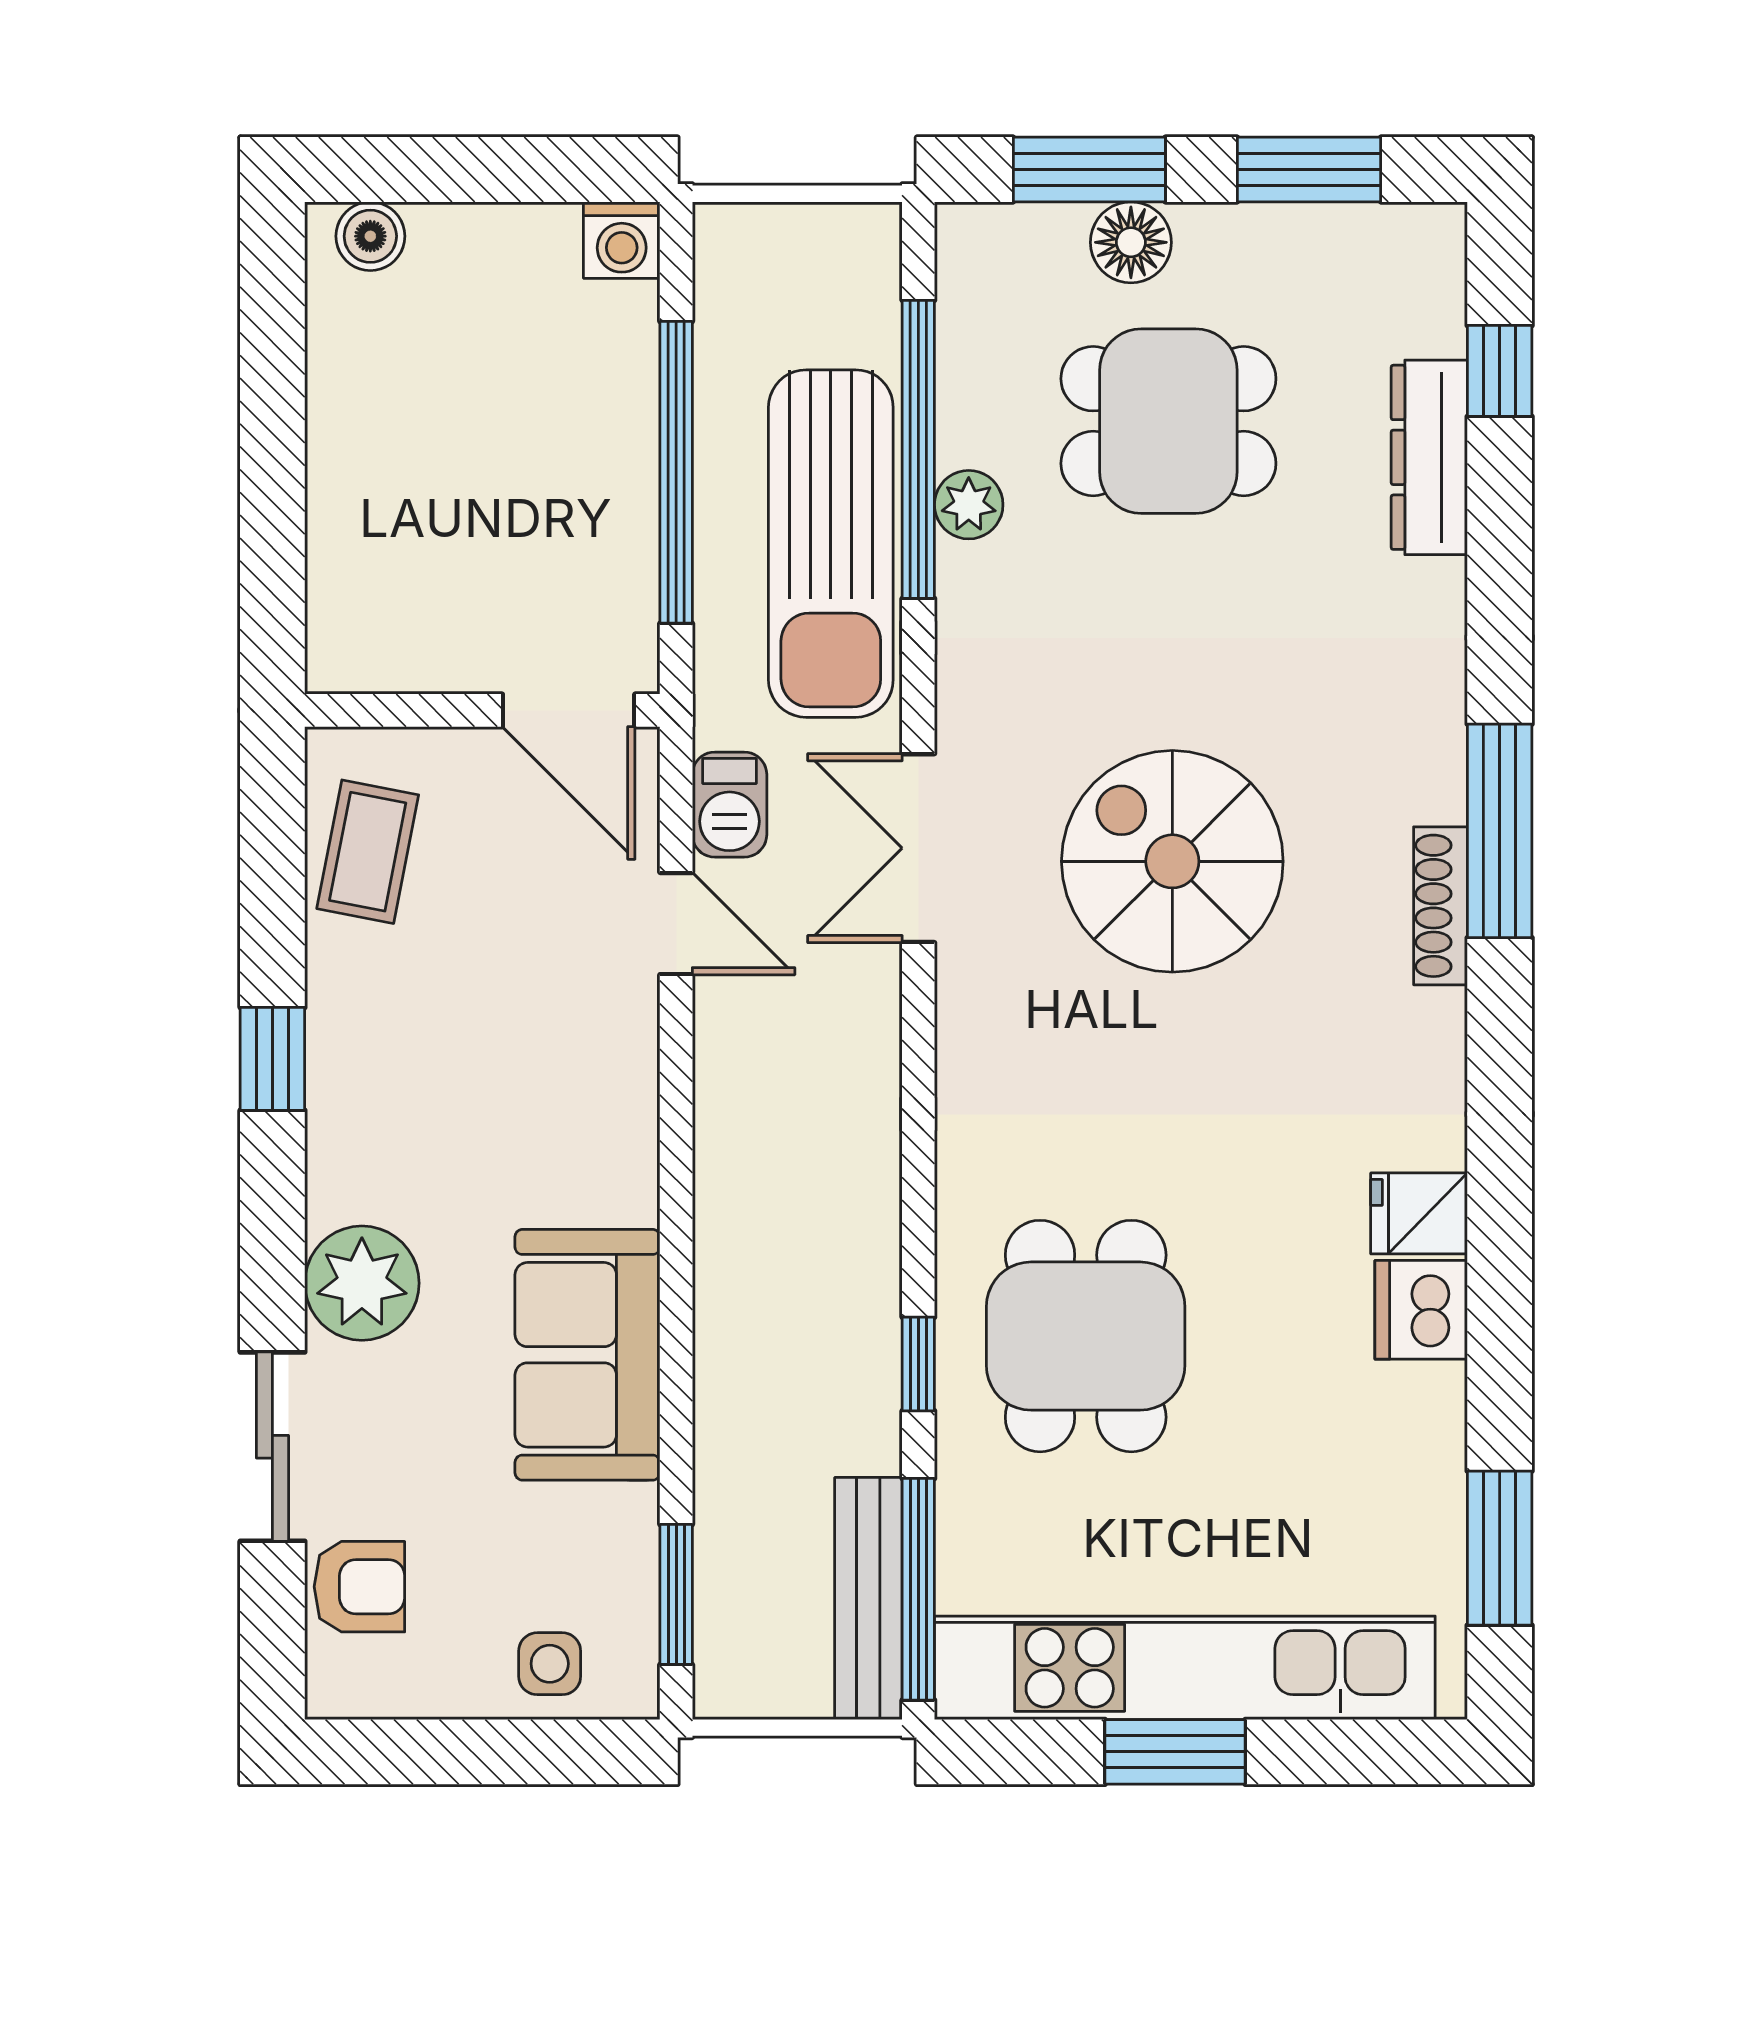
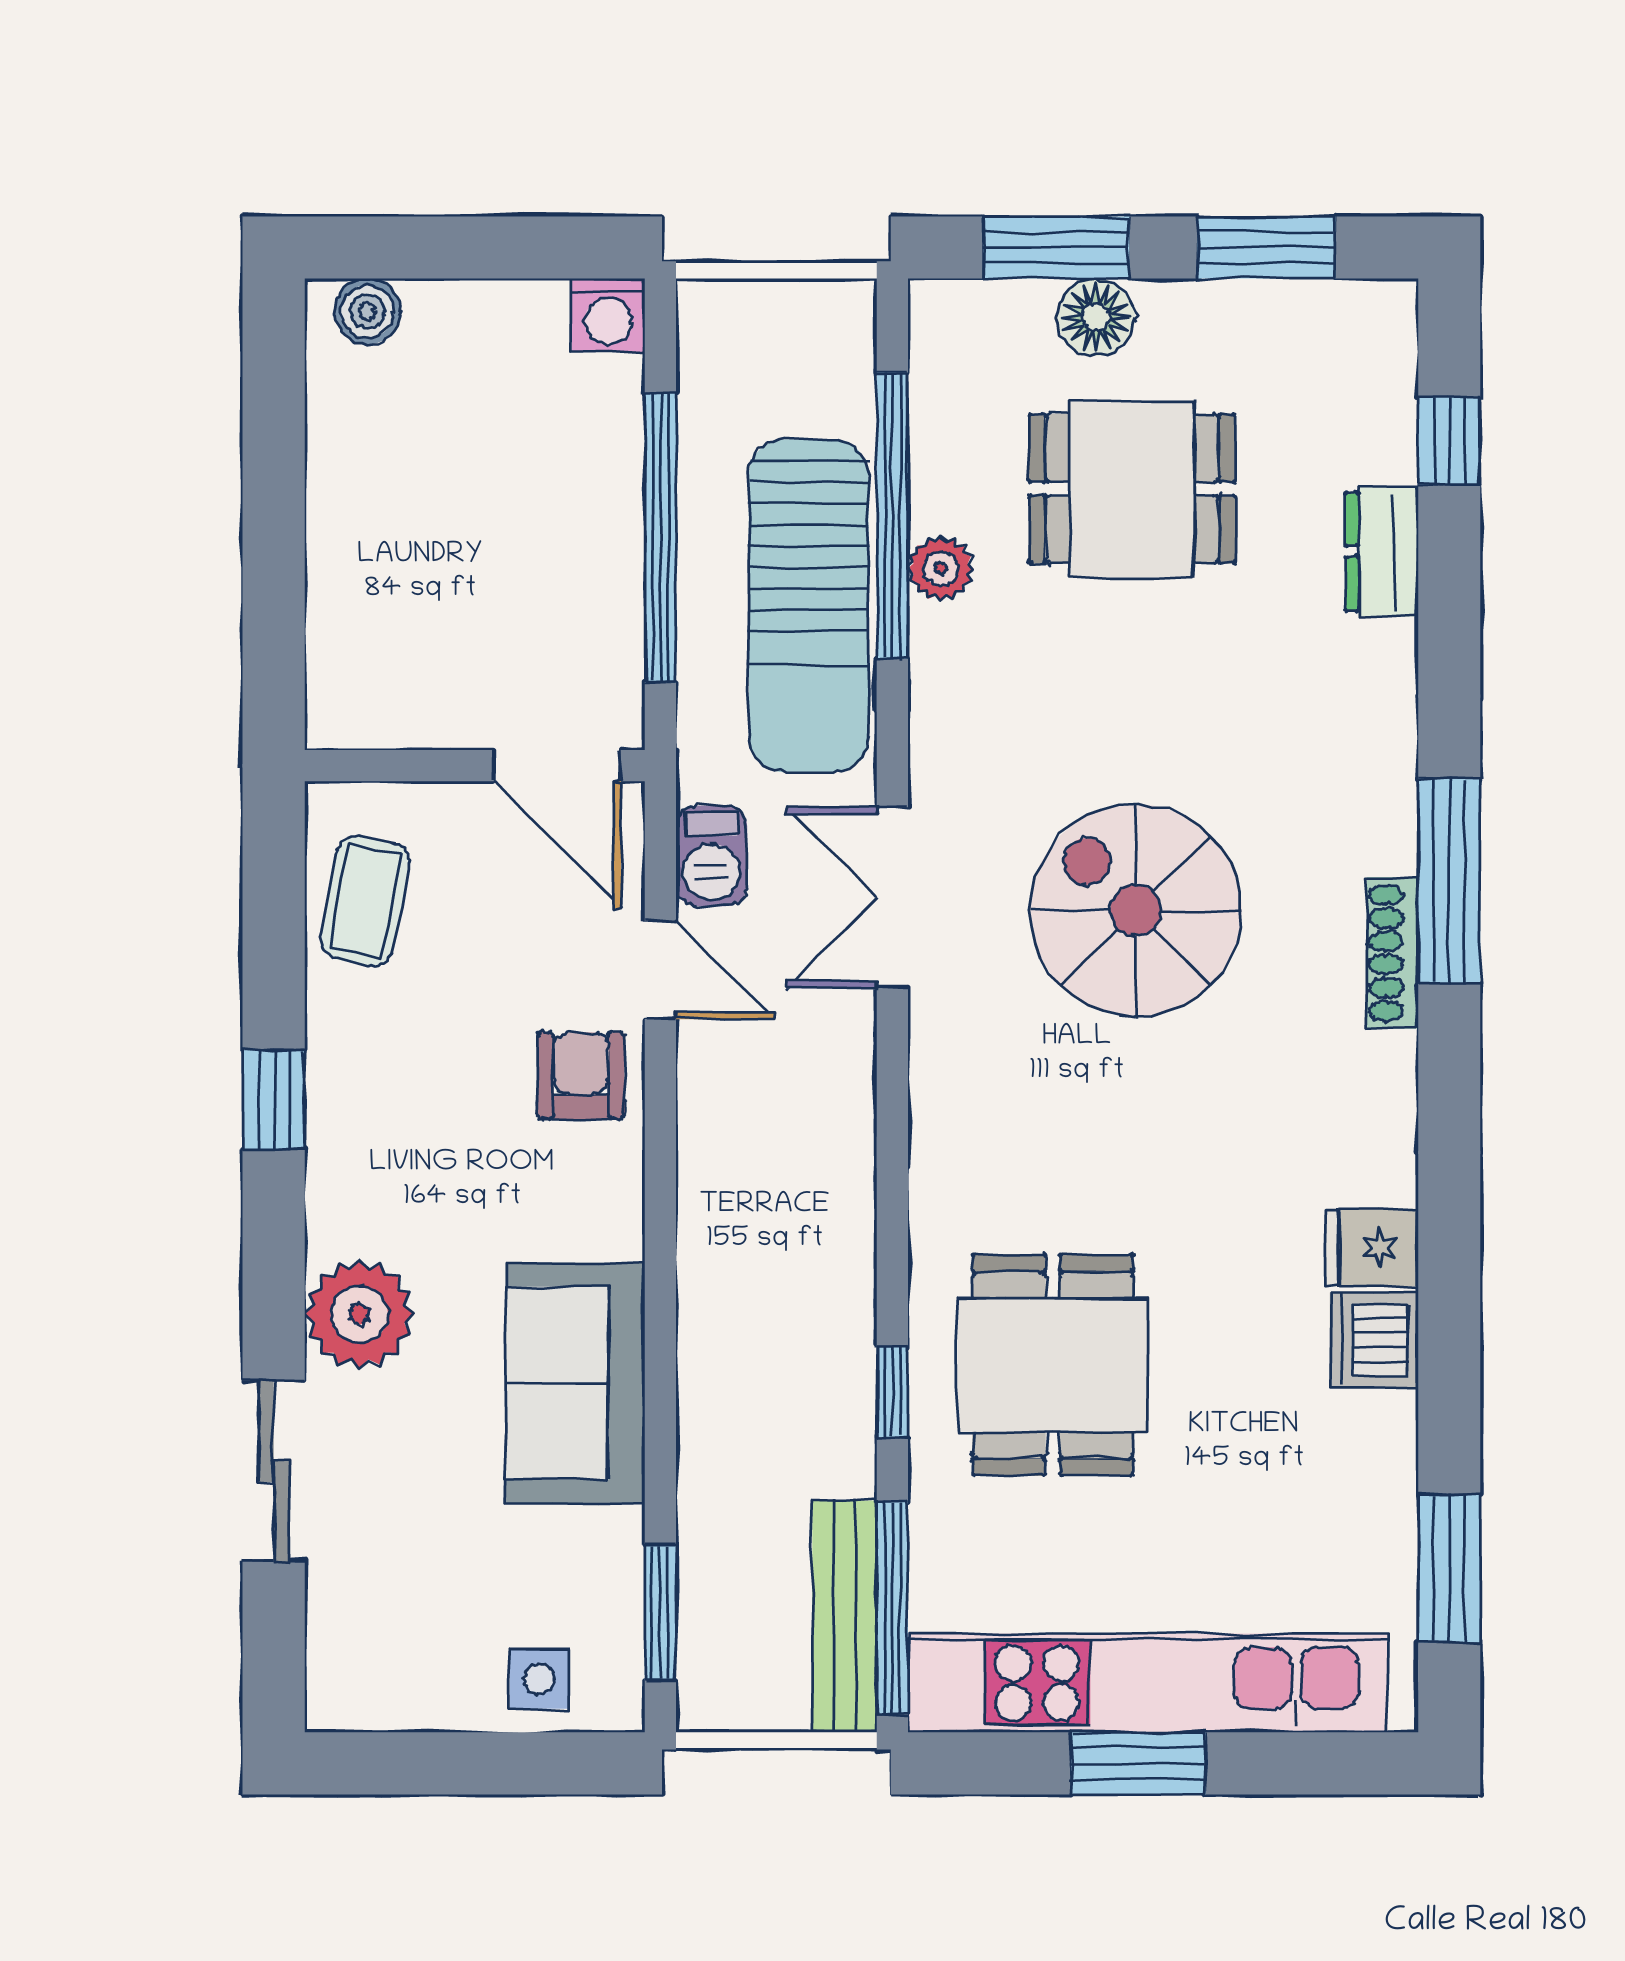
dresser: (1429, 457) -> (1382, 552), width x0.70
armchair: (359, 1587) -> (581, 1076), moved, turned -90

